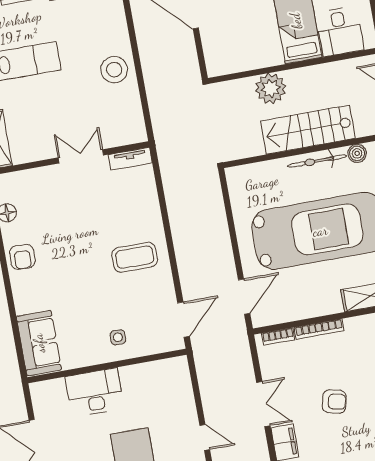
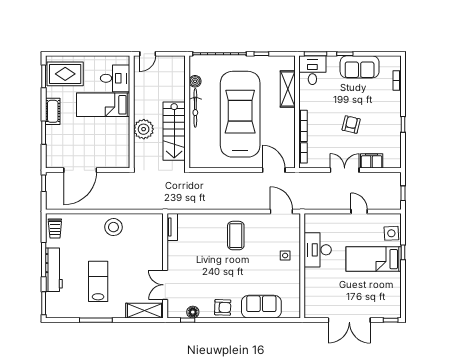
stairs: (308, 130) -> (174, 131), moved
double door: (81, 156) -> (165, 285), moved
sofa: (39, 343) -> (261, 307), moved
desk: (95, 392) -> (318, 250), moved
door: (205, 437) -> (359, 211), hinge flipped

